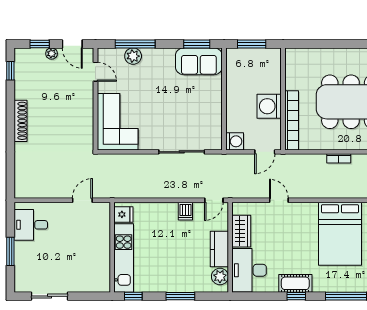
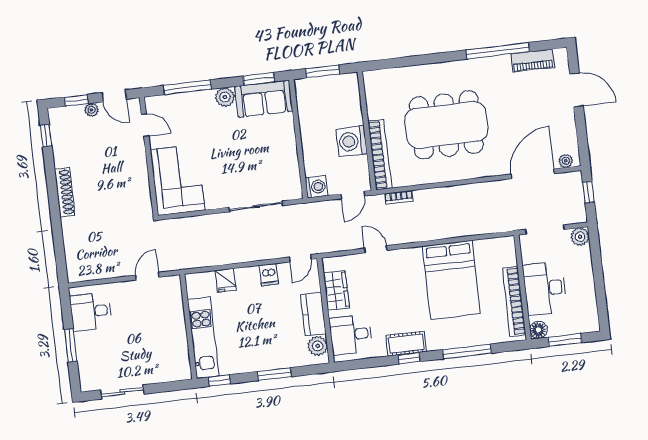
plant: (133, 56) -> (225, 97), moved
bookcase: (339, 158) -> (399, 197), moved
fridge: (123, 214) -> (226, 280), moved, turned 90
desk: (249, 270) -> (351, 335), width x0.73

